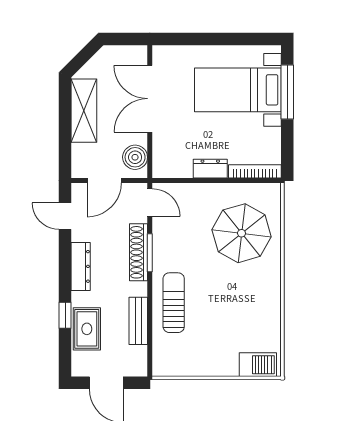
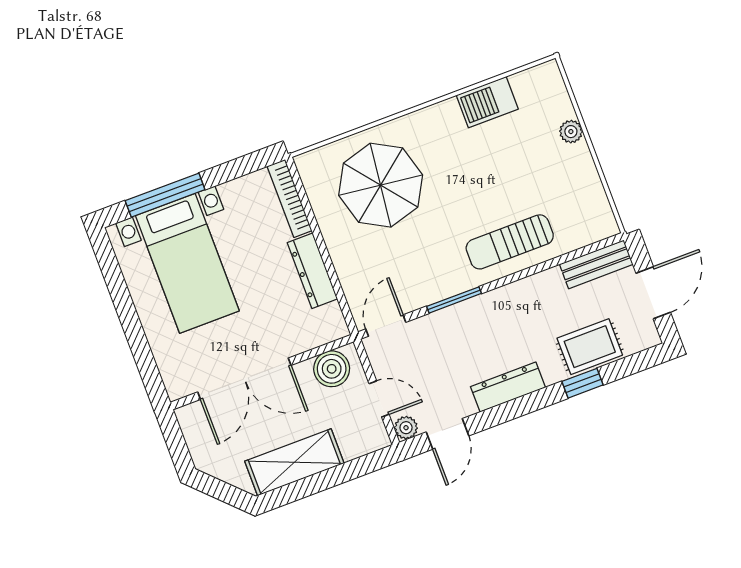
dresser: (210, 169) -> (312, 271), width x1.44
door: (104, 180) -> (379, 399), width x0.73
plant: (79, 191) -> (406, 428), added
shoe rack: (139, 252) -> (459, 315), removed
bench: (138, 321) -> (596, 264), moved
barbecue: (258, 365) -> (487, 102), moved, turned -90
plant: (230, 369) -> (571, 132), added

